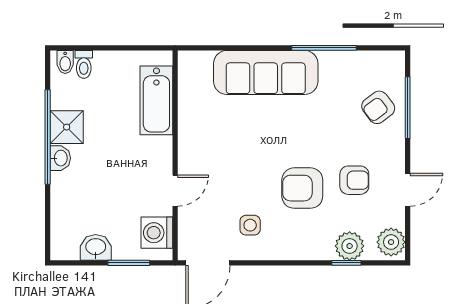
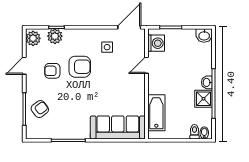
sofa: (266, 72) -> (118, 127), moved
washbasin: (96, 247) -> (204, 35), moved

